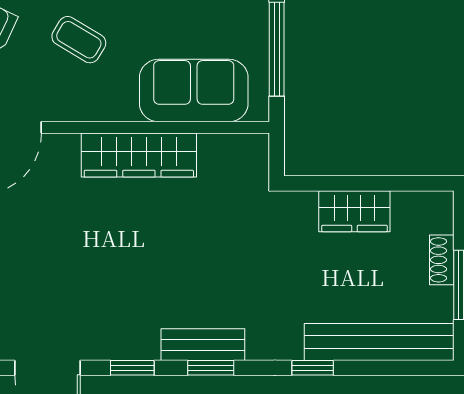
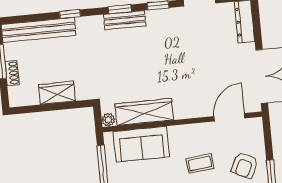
coffee table: (79, 40) -> (200, 163), turned -37
plant: (256, 146) -> (108, 120), added
wardrobe: (139, 155) -> (144, 112), moved

